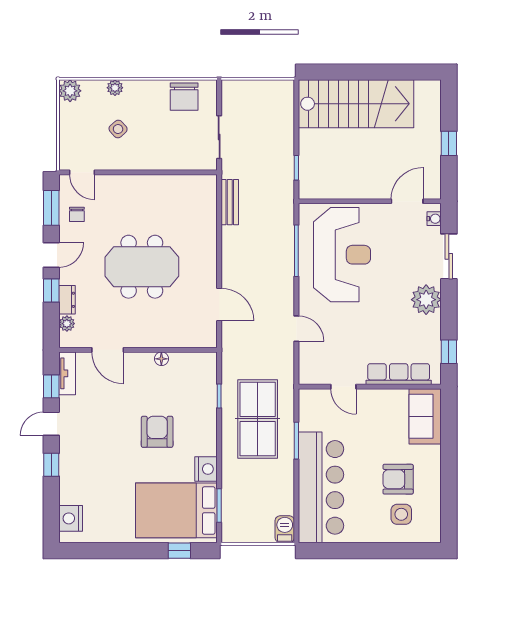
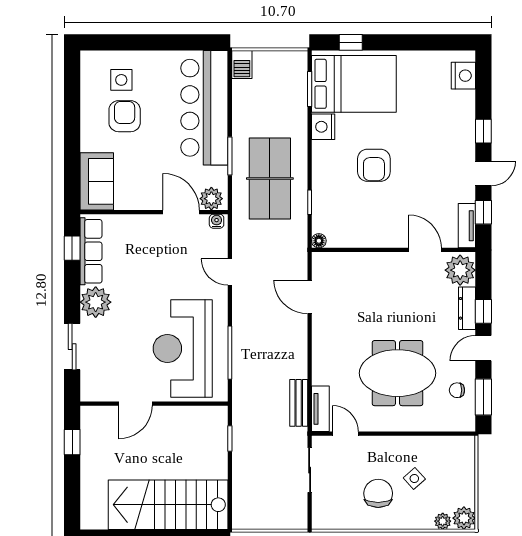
plant: (115, 88) -> (443, 521), moved
chair: (184, 97) -> (378, 493), moved
window: (449, 143) -> (72, 442), moved
door: (82, 172) -> (345, 434), moved
tv unit: (209, 196) -> (320, 409), added
door: (407, 201) -> (136, 404), moved
chair: (77, 214) -> (457, 390), turned -90
water cooler: (434, 219) -> (217, 221), moved, turned 90
meeting table: (142, 267) -> (397, 373), moved
dresser: (67, 300) -> (467, 308), width x1.44
plant: (67, 324) -> (460, 270), width x1.88, depth x1.88
floor lamp: (161, 359) -> (319, 241), moved
row of seats: (399, 374) -> (91, 251), moved, turned -90
door: (343, 387) -> (181, 212), width x1.37
plant: (314, 400) -> (211, 199), added
armchair: (398, 479) -> (125, 116), turned -90

